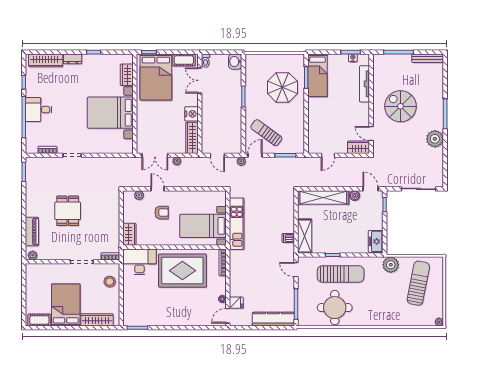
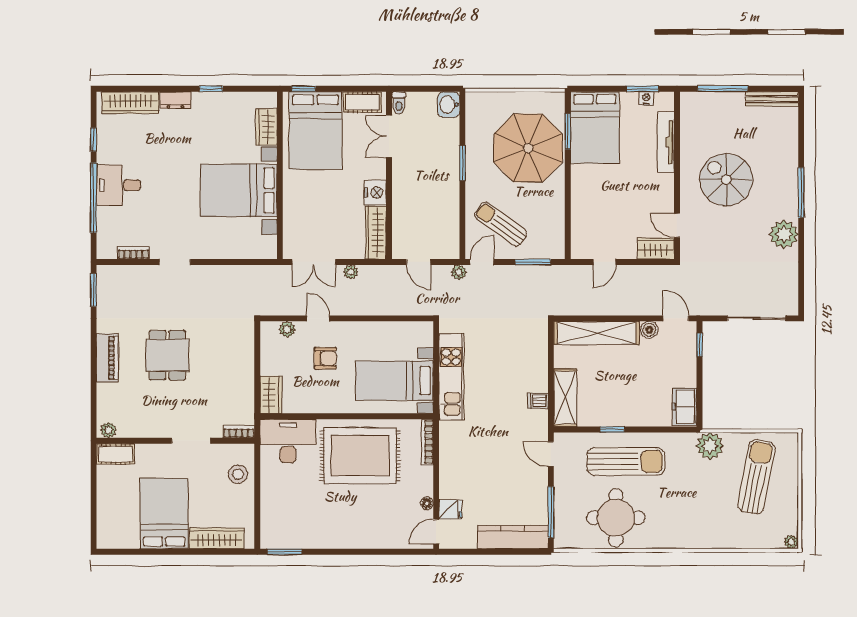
bed: (317, 75) -> (595, 128), width x1.50
parasol: (282, 87) -> (528, 148), width x1.36, depth x1.36
piano: (32, 232) -> (107, 358), moved
cot: (39, 320) -> (115, 454), moved

